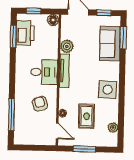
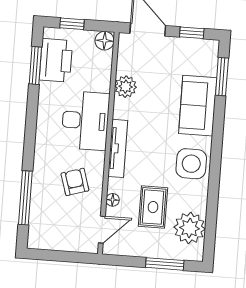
sofa: (110, 44) -> (198, 106), moved
tv unit: (64, 71) -> (118, 148), moved
desk: (44, 72) -> (85, 121), width x1.37
plant: (113, 128) -> (190, 228), width x1.87, depth x1.87
door: (57, 131) -> (102, 230), hinge flipped
window: (84, 149) -> (165, 264), moved

